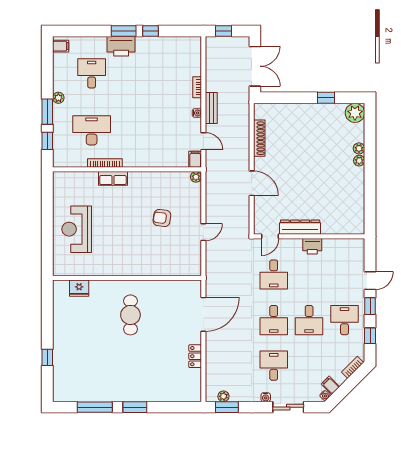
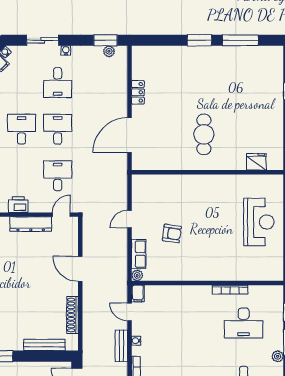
bench: (287, 109) -> (45, 345), added
row of seats: (113, 178) -> (139, 254), moved, turned 90

